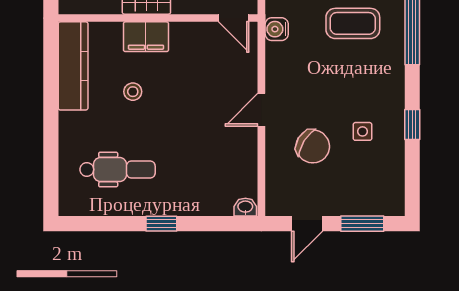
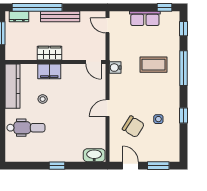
dental chair: (118, 170) -> (26, 128), moved
washbasin: (245, 207) -> (94, 155), width x1.91, depth x1.45
door: (307, 224) -> (130, 166), swing flipped

